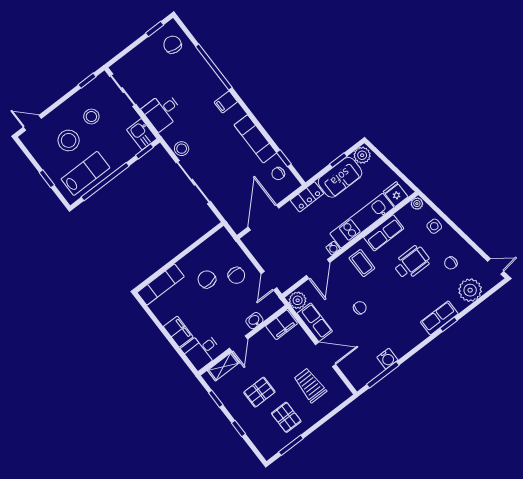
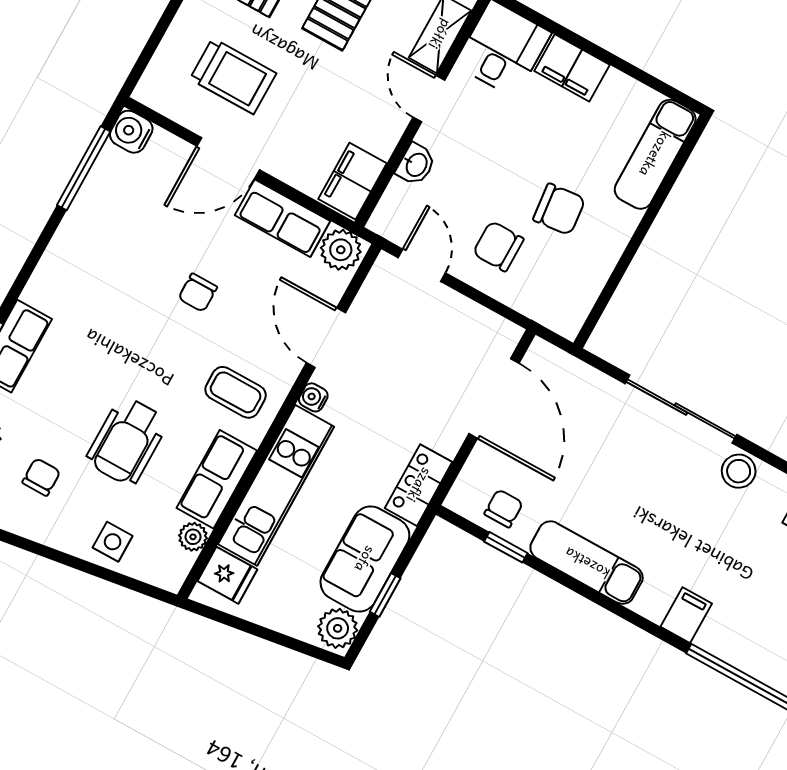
plant: (417, 204) -> (193, 537), moved
water cooler: (387, 359) -> (131, 132), moved

